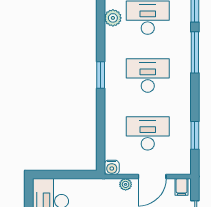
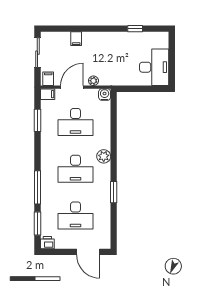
plant: (113, 18) -> (104, 156), moved
window: (101, 75) -> (114, 192), moved
filing cabinet: (182, 168) -> (48, 94), added

